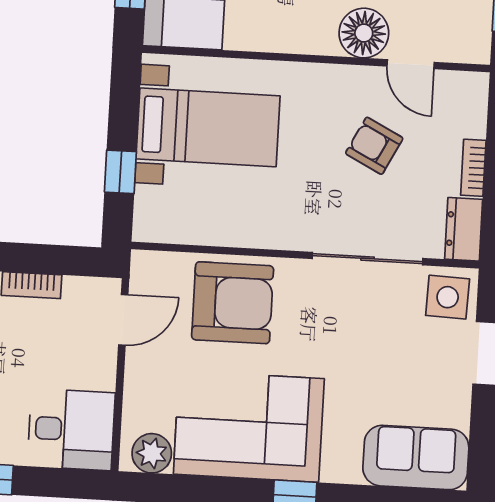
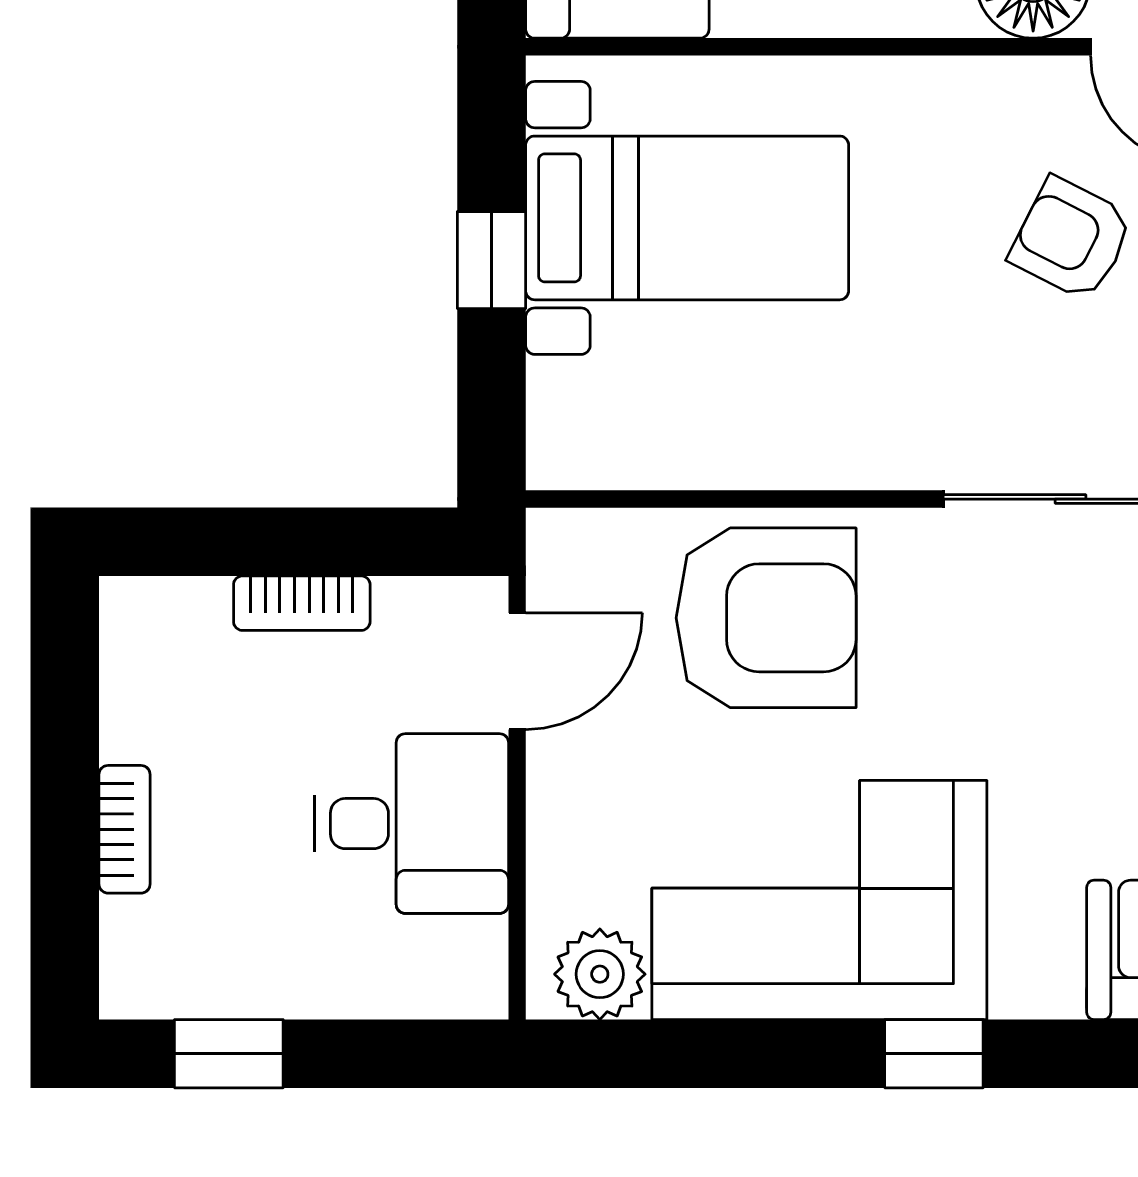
window: (120, 172) -> (491, 260), moved
desk: (71, 429) -> (412, 824), moved

